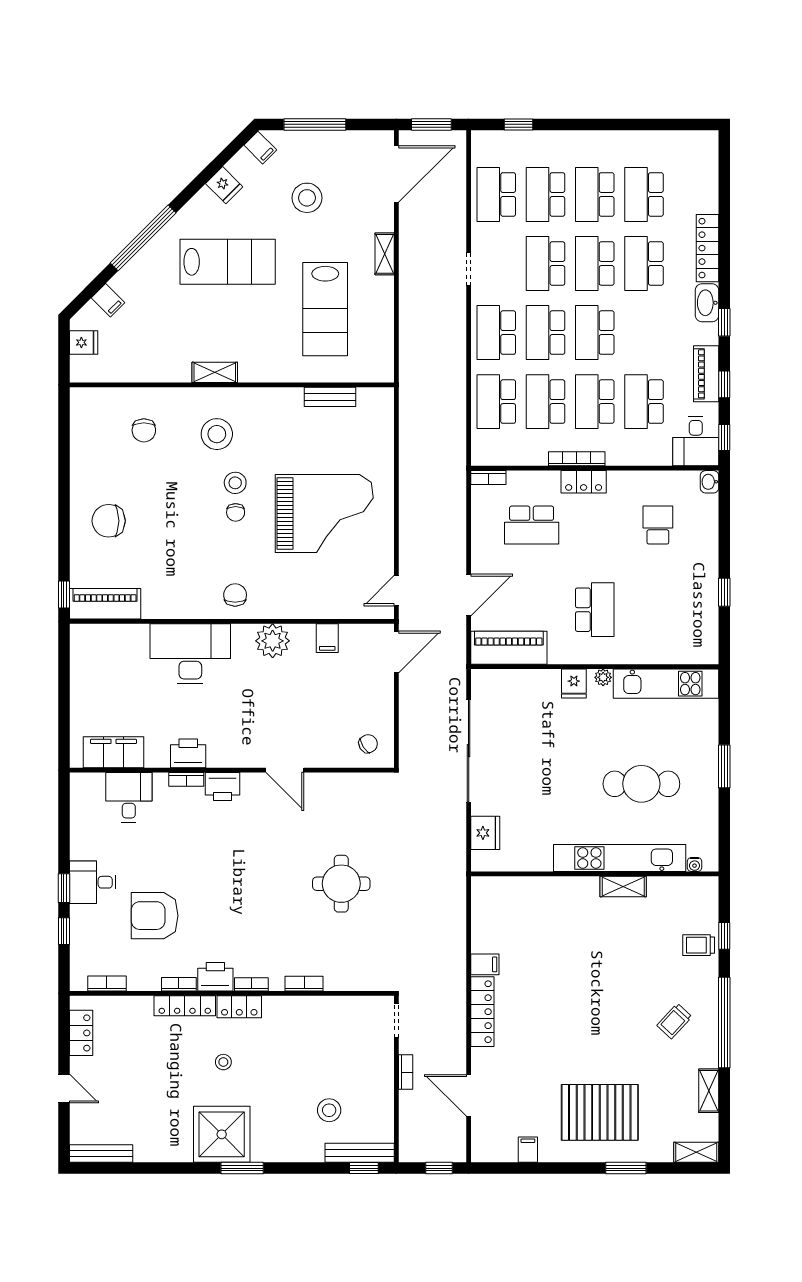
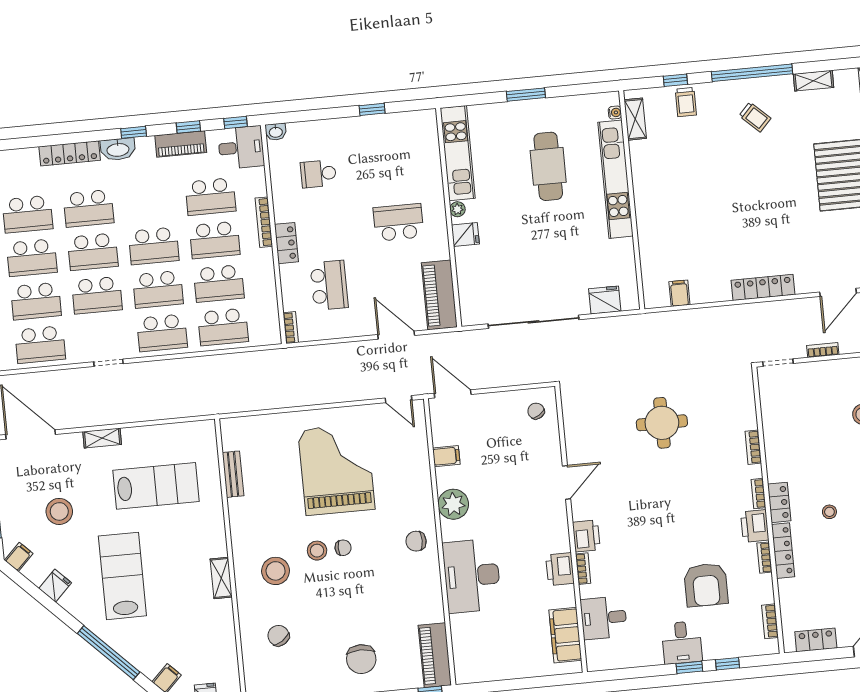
chair: (144, 430) -> (278, 636), turned -124
bookcase: (577, 459) -> (264, 222), moved
shelving: (623, 886) -> (635, 119), moved
filing cabinet: (485, 964) -> (679, 293), moved

